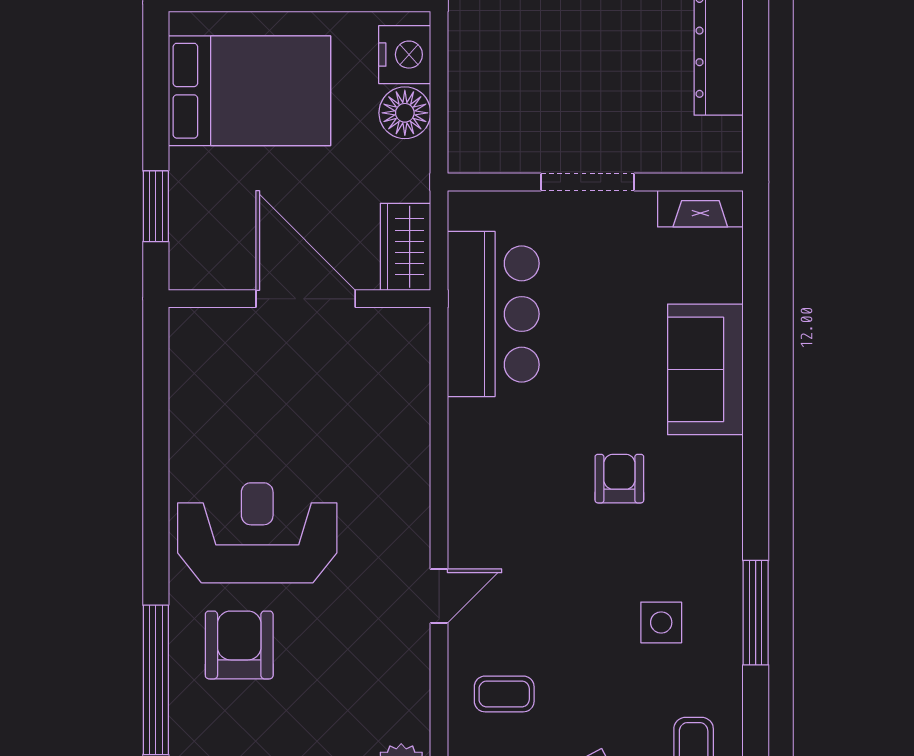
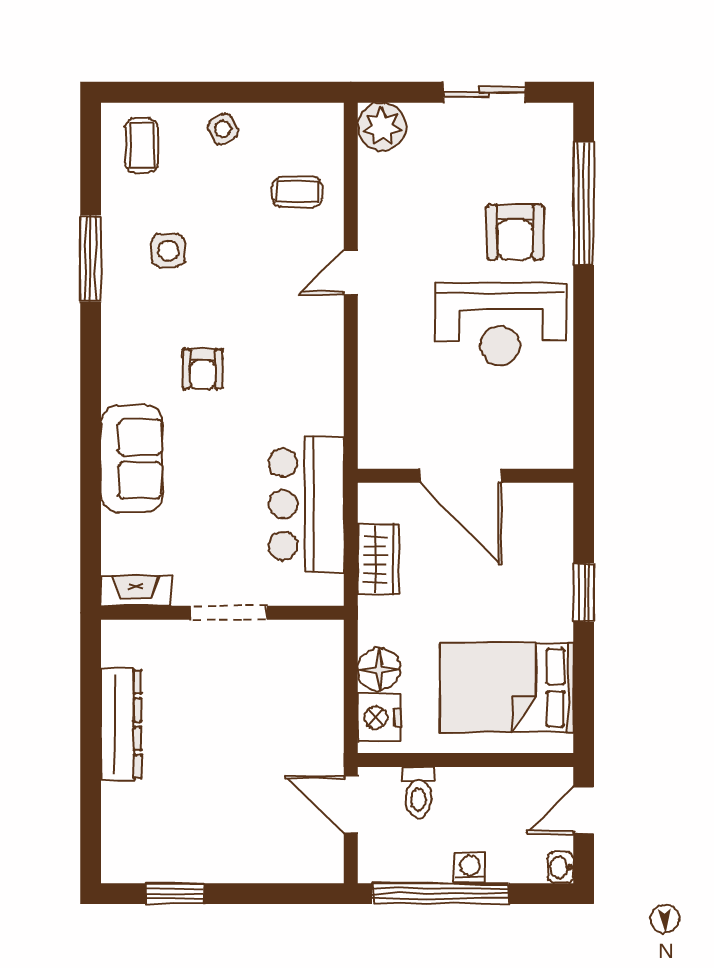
wall: (300, 299) -> (466, 476), moved
door: (306, 299) -> (461, 476), moved

